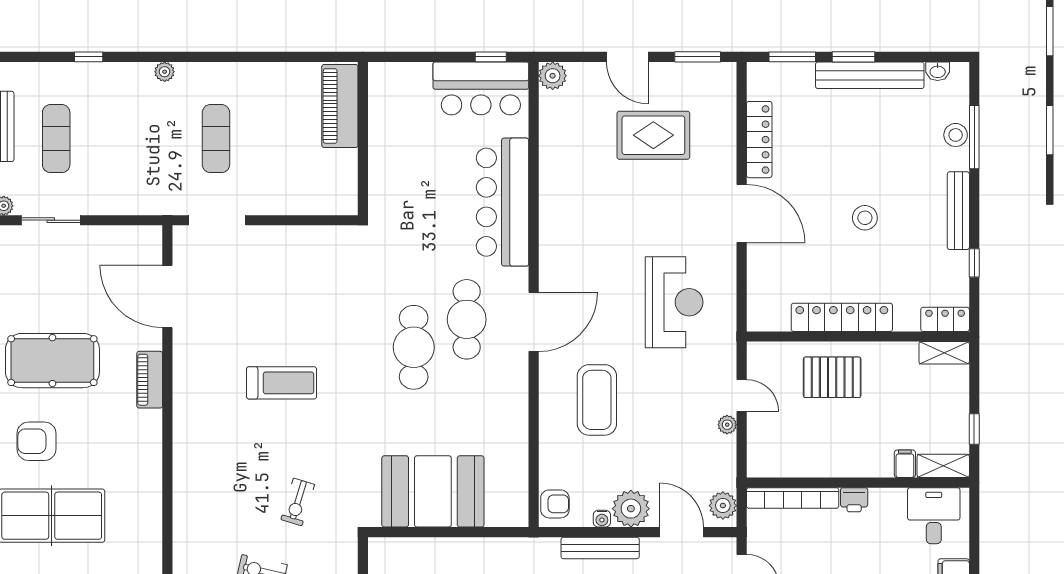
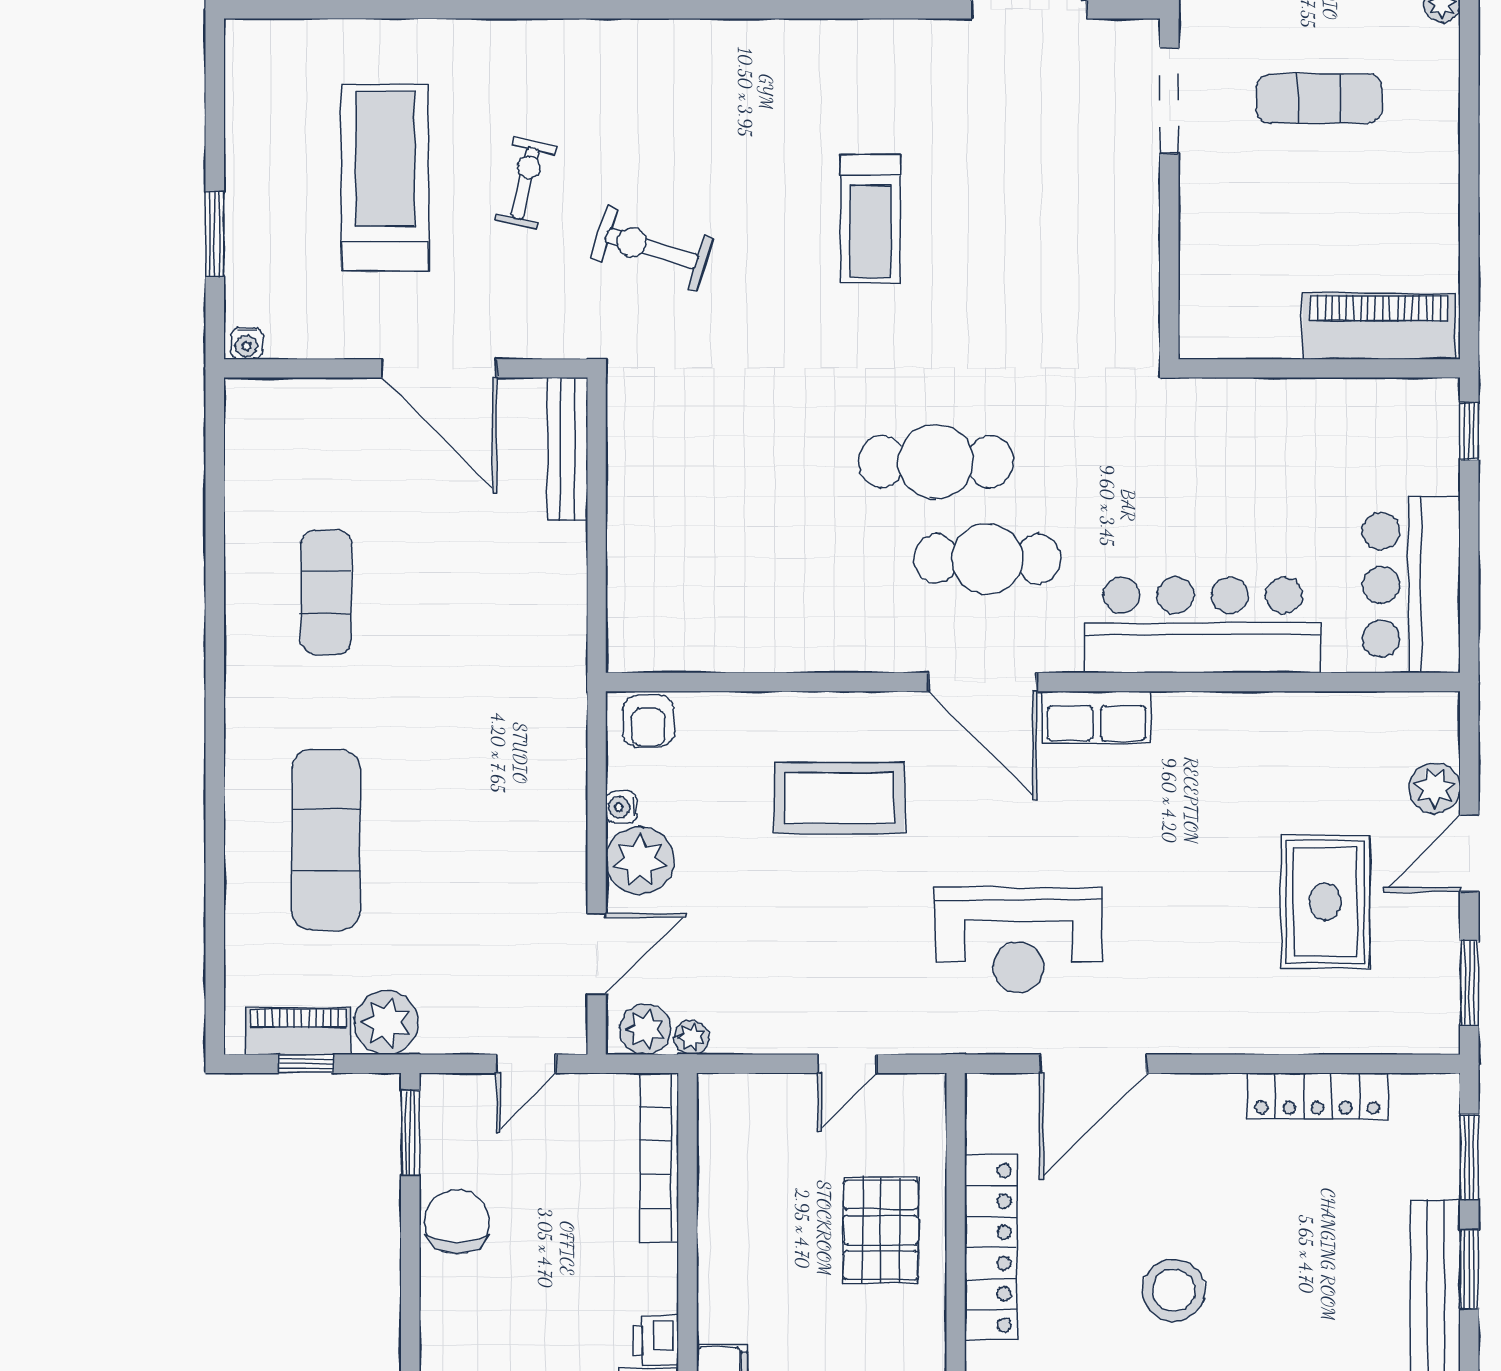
window: (491, 57) -> (1469, 431), moved
plant: (553, 76) -> (1435, 788), moved
door: (742, 214) -> (1093, 1064), moved
stool: (865, 218) -> (1174, 1290), width x1.38, depth x1.38
row of seats: (553, 260) -> (1097, 717), added
plant: (727, 425) -> (692, 1037), moved
booth: (433, 491) -> (671, 497), removed
printer: (854, 500) -> (656, 1340), moved
exercise bike: (298, 502) -> (652, 249), width x1.38, depth x1.39
bench: (600, 548) -> (567, 449), moved

